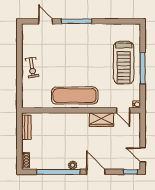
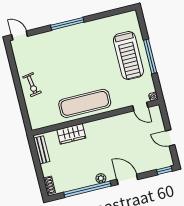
door: (46, 21) -> (20, 35), moved
wardrobe: (102, 119) -> (71, 134), moved
door: (143, 155) -> (170, 138), moved

